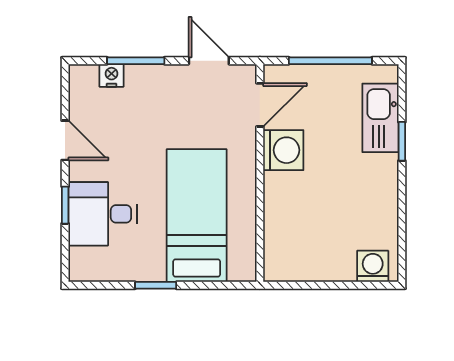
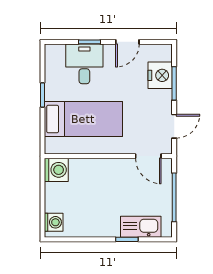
nightstand: (111, 75) -> (160, 75), width x1.89, depth x1.79
washing machine: (283, 150) -> (56, 170), moved, turned -90

